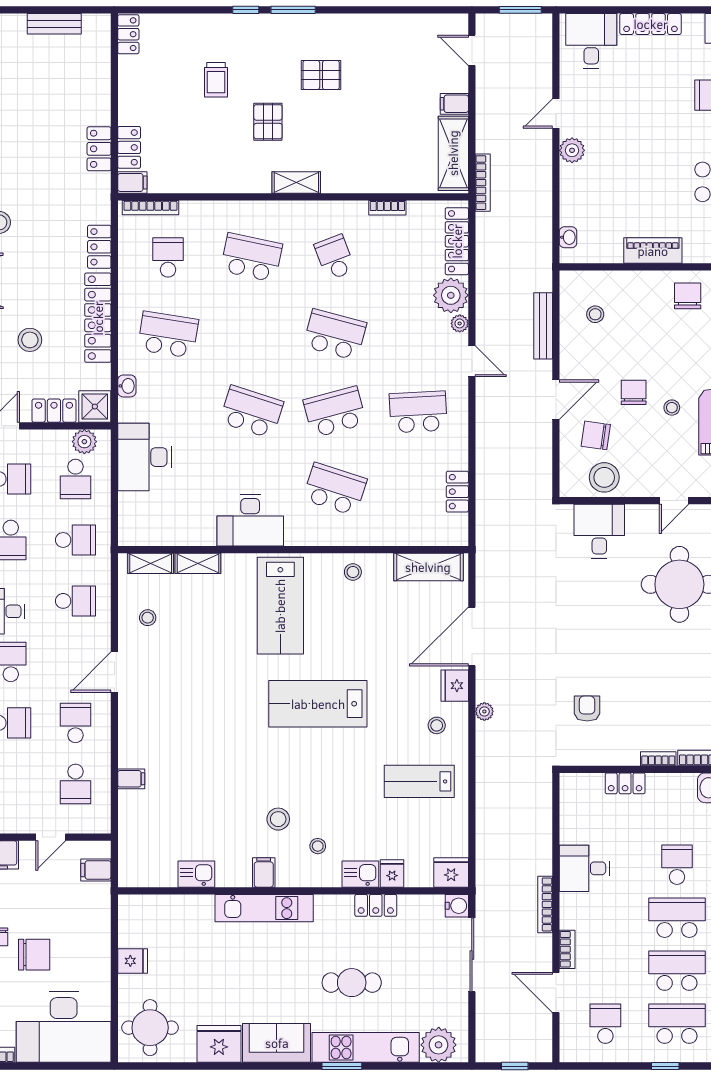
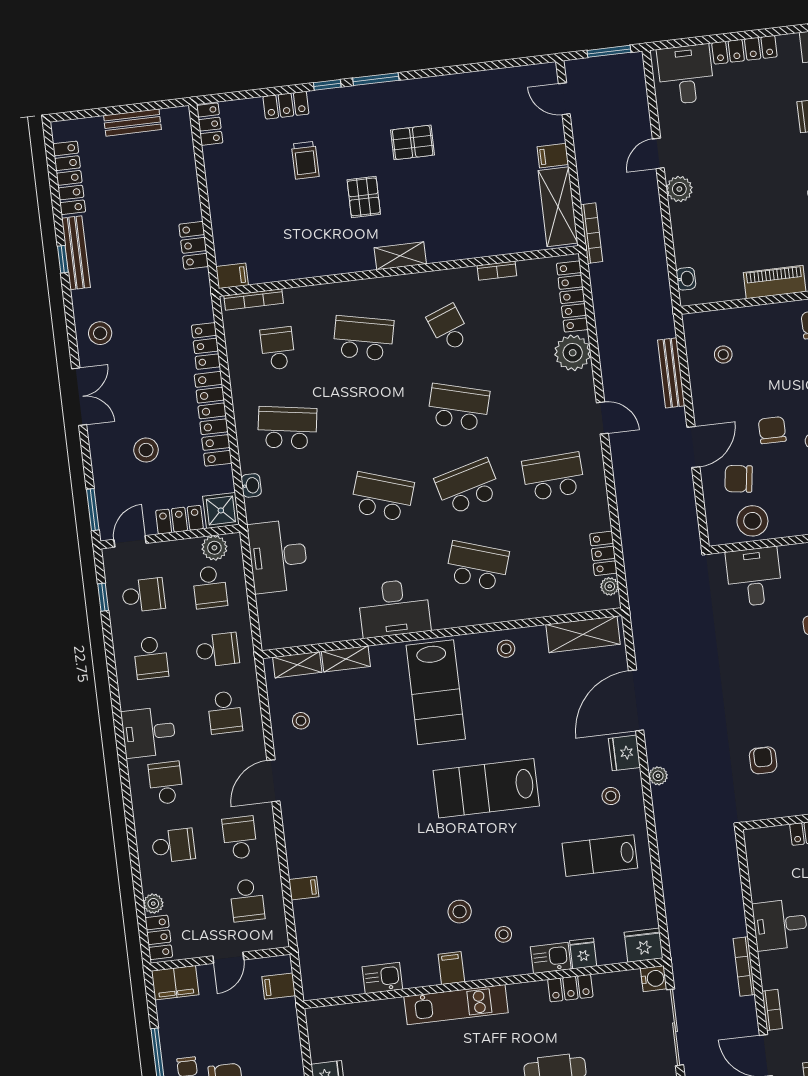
locker: (129, 147) -> (286, 105), moved, turned 90
plant: (460, 323) -> (610, 586), moved
school desk: (75, 601) -> (225, 712), turned 90

